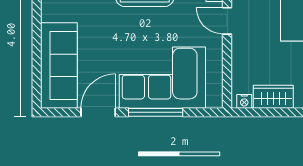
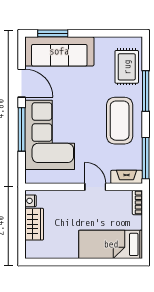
door: (227, 21) -> (95, 187), hinge flipped
window: (37, 74) -> (53, 33), added

